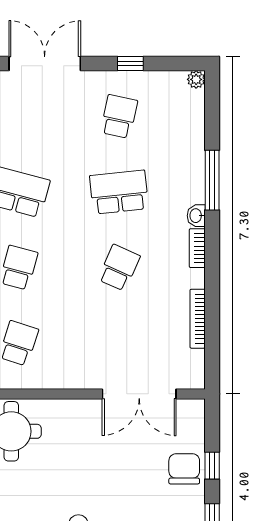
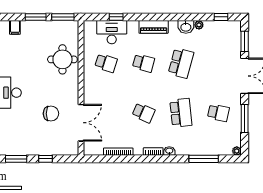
window: (130, 63) -> (245, 118), width x2.17
window: (212, 180) -> (204, 159), moved
double door: (139, 394) -> (81, 123), swing flipped
chair: (184, 469) -> (51, 114), moved

